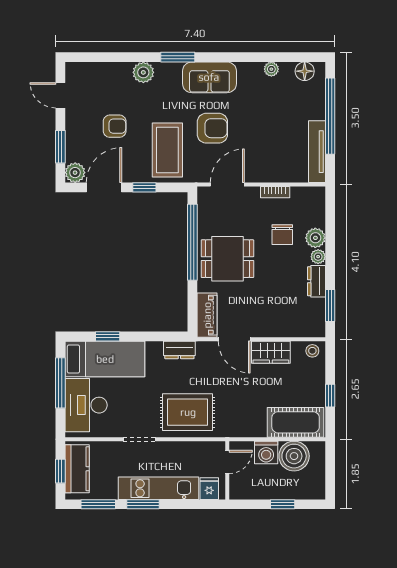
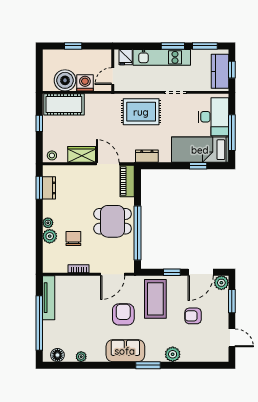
armchair: (212, 128) -> (123, 314), turned 90
dresser: (316, 281) -> (49, 188), moved

